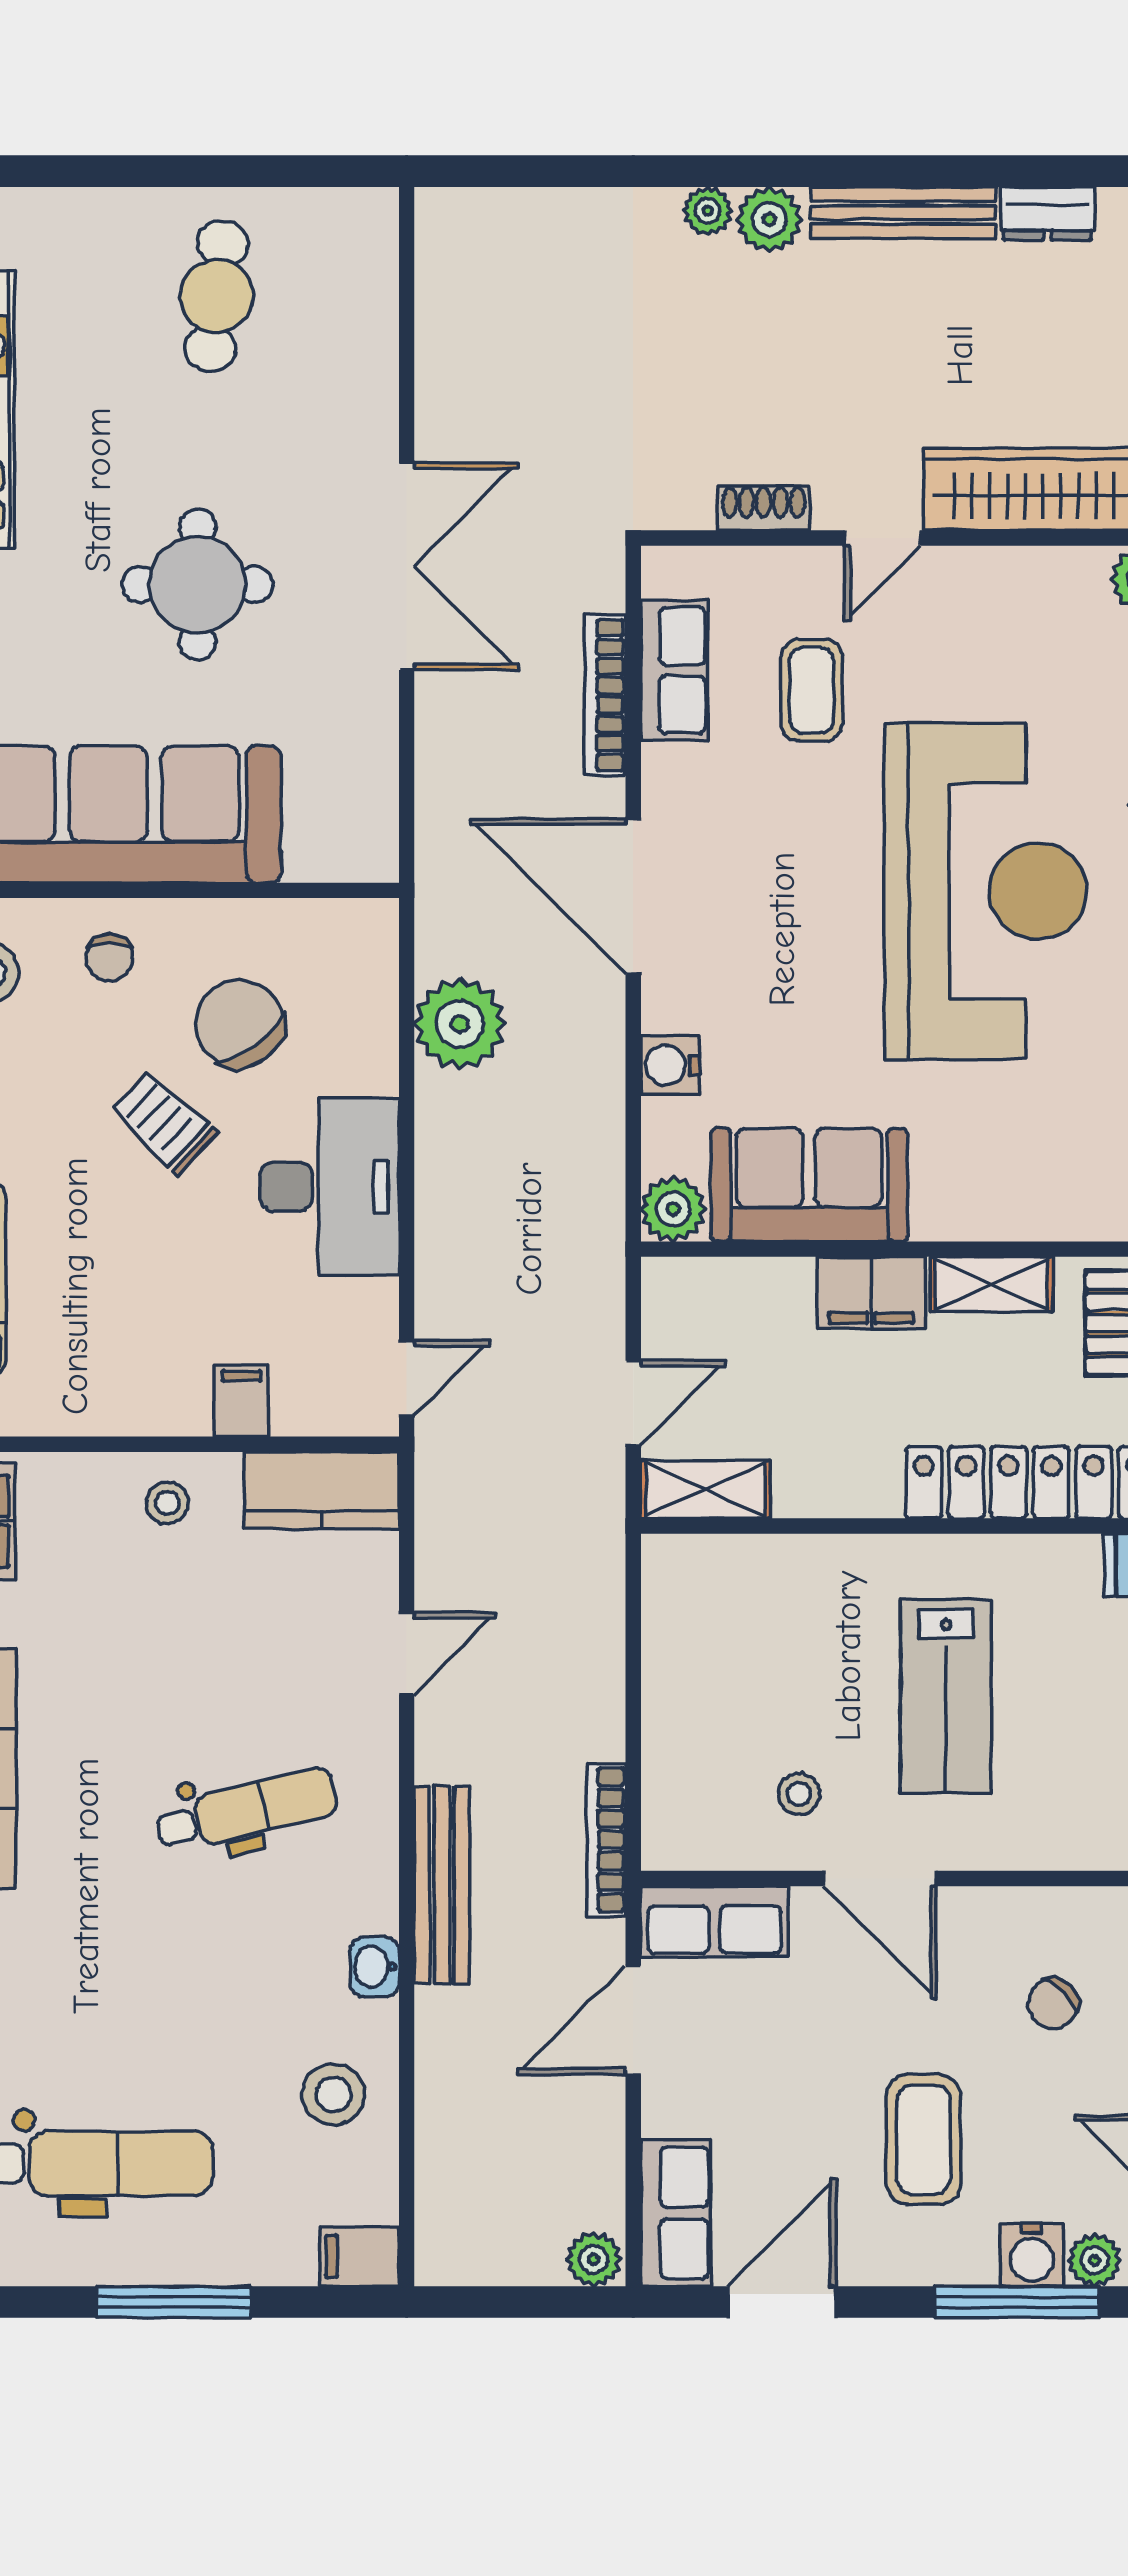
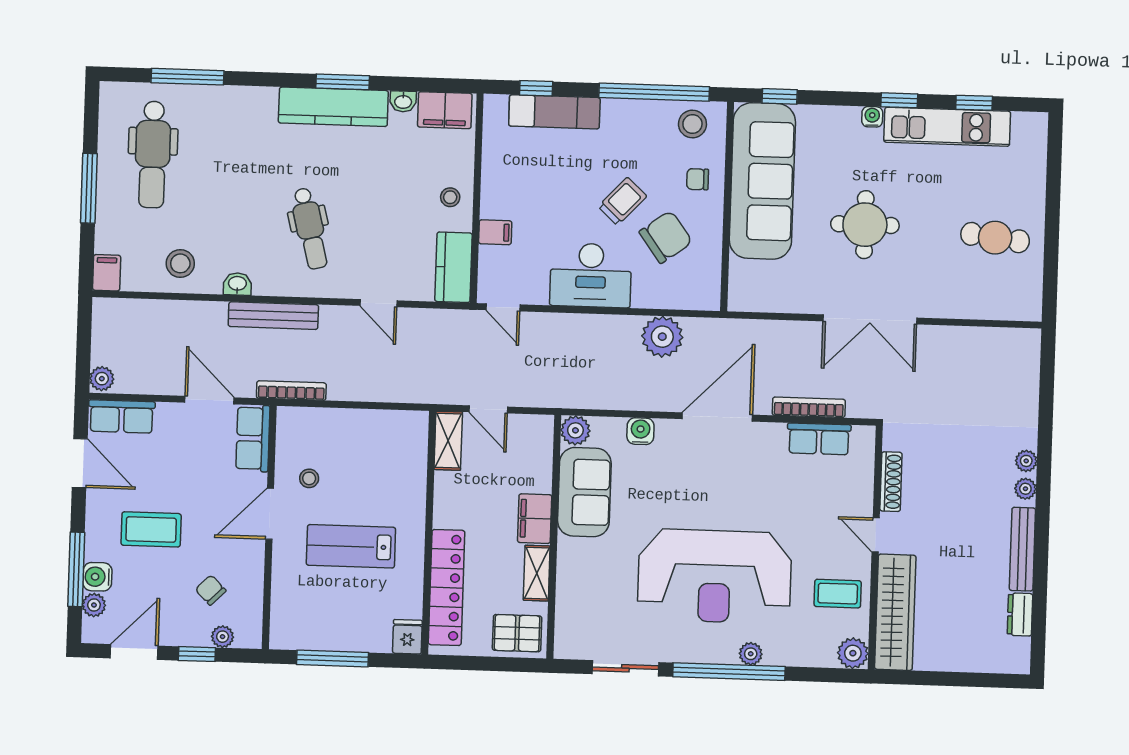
plant: (769, 219) -> (1025, 489), width x0.73, depth x0.73
shoe rack: (763, 508) -> (891, 482), width x1.43
coffee table: (812, 690) -> (838, 594), moved

